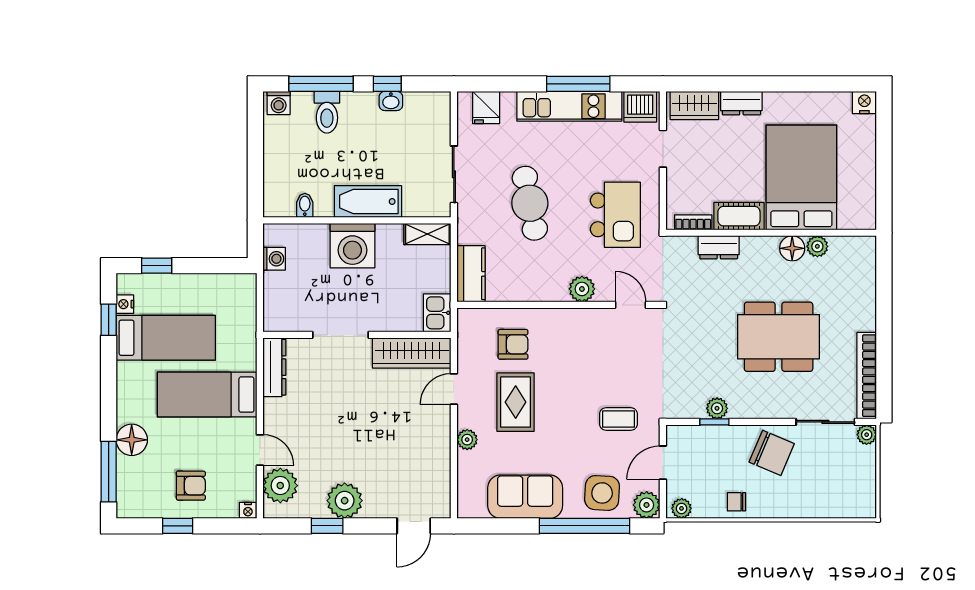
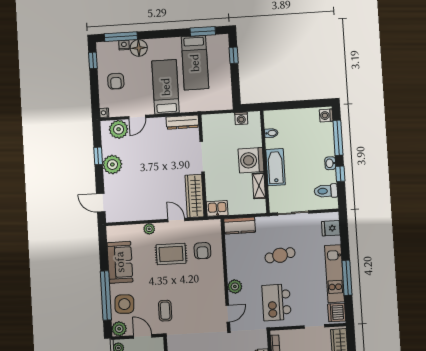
washbasin: (391, 101) -> (330, 163), moved
toilet: (327, 112) -> (326, 191), moved
cafe table: (530, 203) -> (280, 255), width x0.73, depth x0.74
kitchen island: (615, 215) -> (277, 302), turned 90
shelving: (427, 234) -> (259, 186), moved
nightstand: (125, 304) -> (124, 45), moved
window: (109, 320) -> (203, 31), width x1.50
window: (178, 526) -> (93, 60), moved

